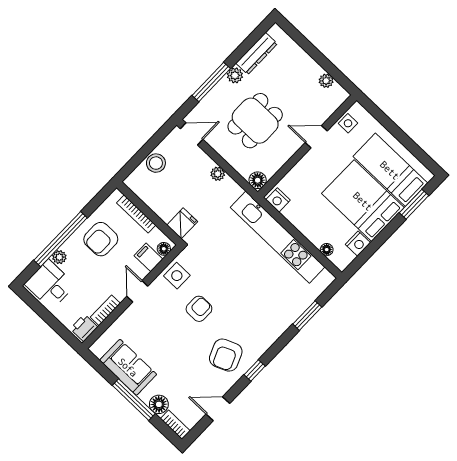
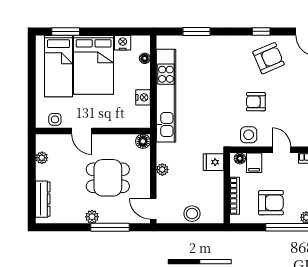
dresser: (257, 53) -> (43, 199), moved, turned 90
nightstand: (278, 200) -> (143, 97), moved
door: (137, 291) -> (281, 150), swing flipped

